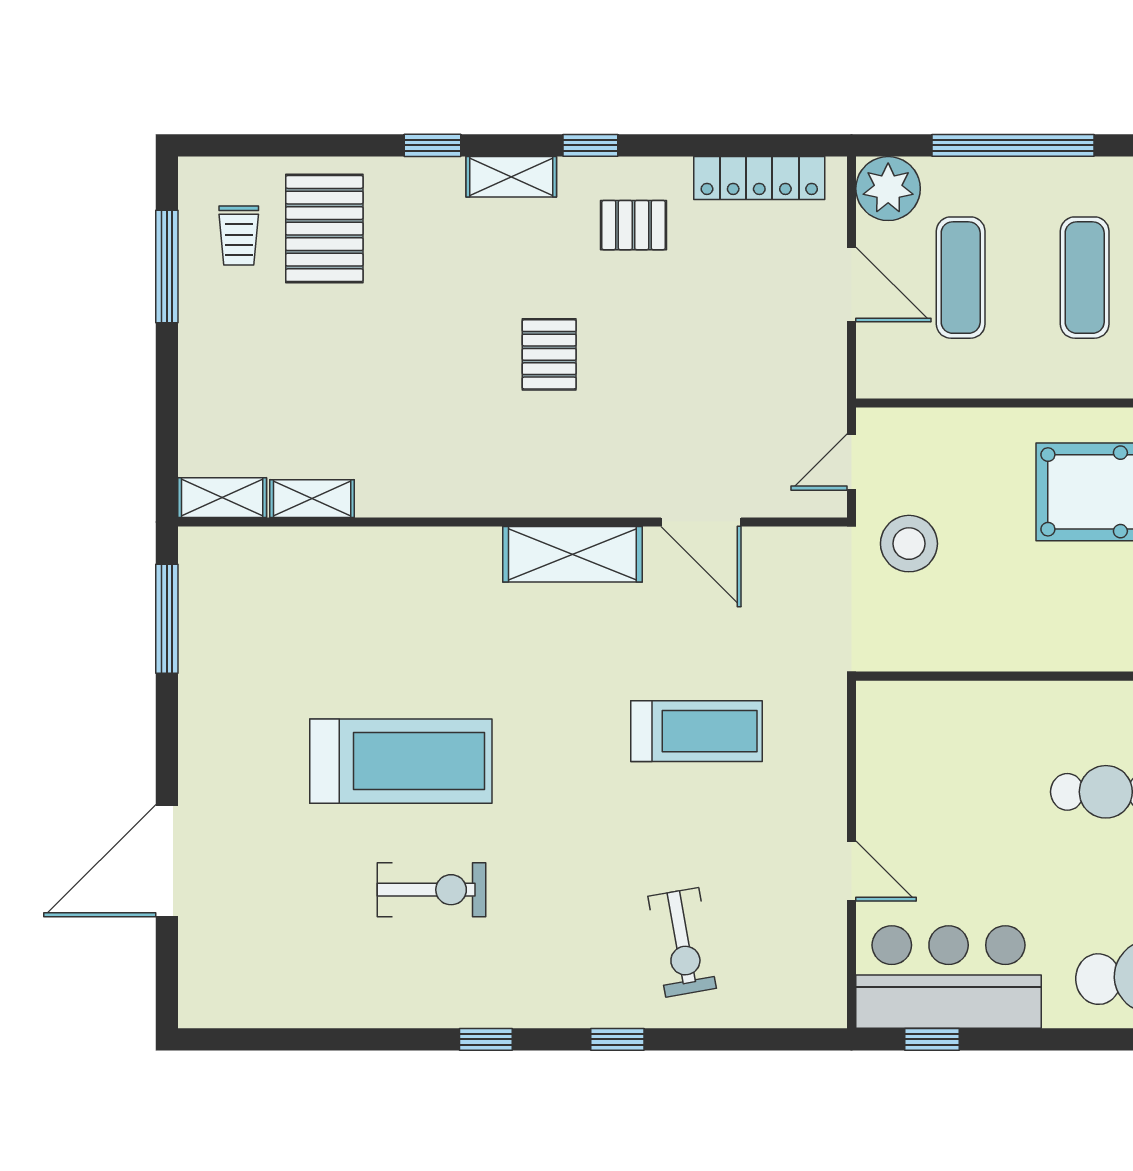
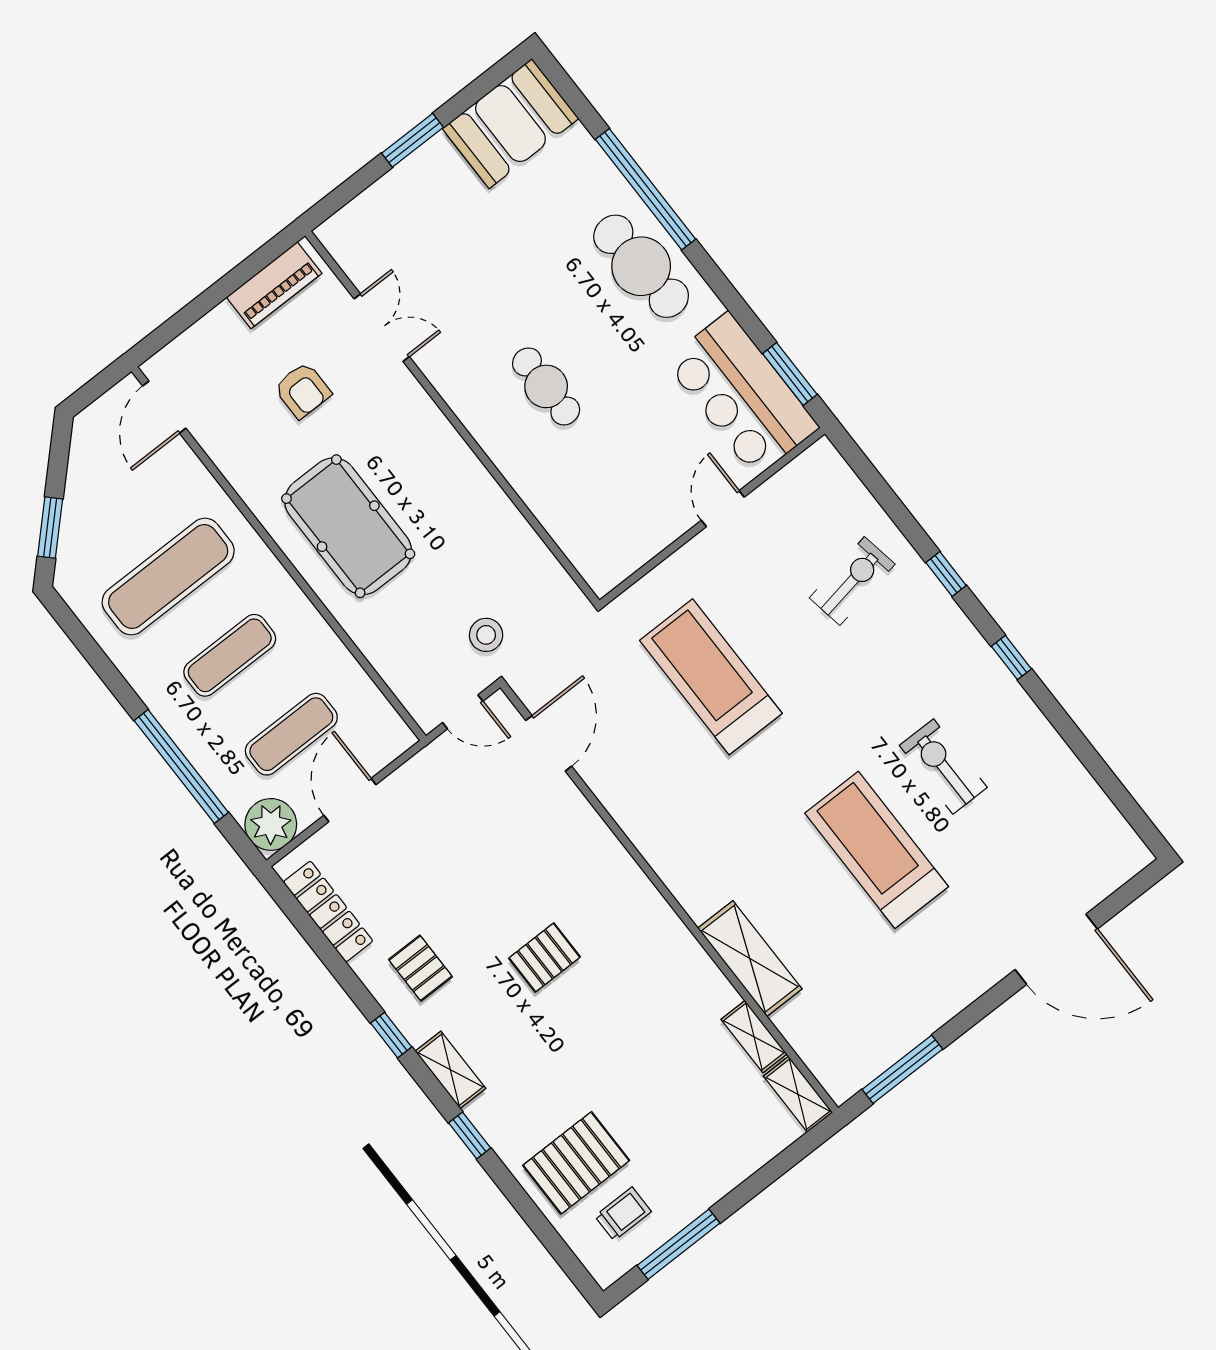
door: (701, 522) -> (549, 743), moved
stool: (909, 544) -> (486, 635), width x0.73, depth x0.73
shelving: (572, 554) -> (750, 959), moved
treadmill: (696, 731) -> (711, 677), width x1.37, depth x1.38
window: (932, 1039) -> (790, 374), width x1.50

